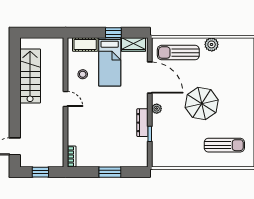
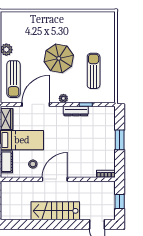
stairs: (30, 76) -> (55, 211), moved
door: (66, 99) -> (55, 179), width x1.88
sun lounger: (224, 145) -> (94, 71), moved

